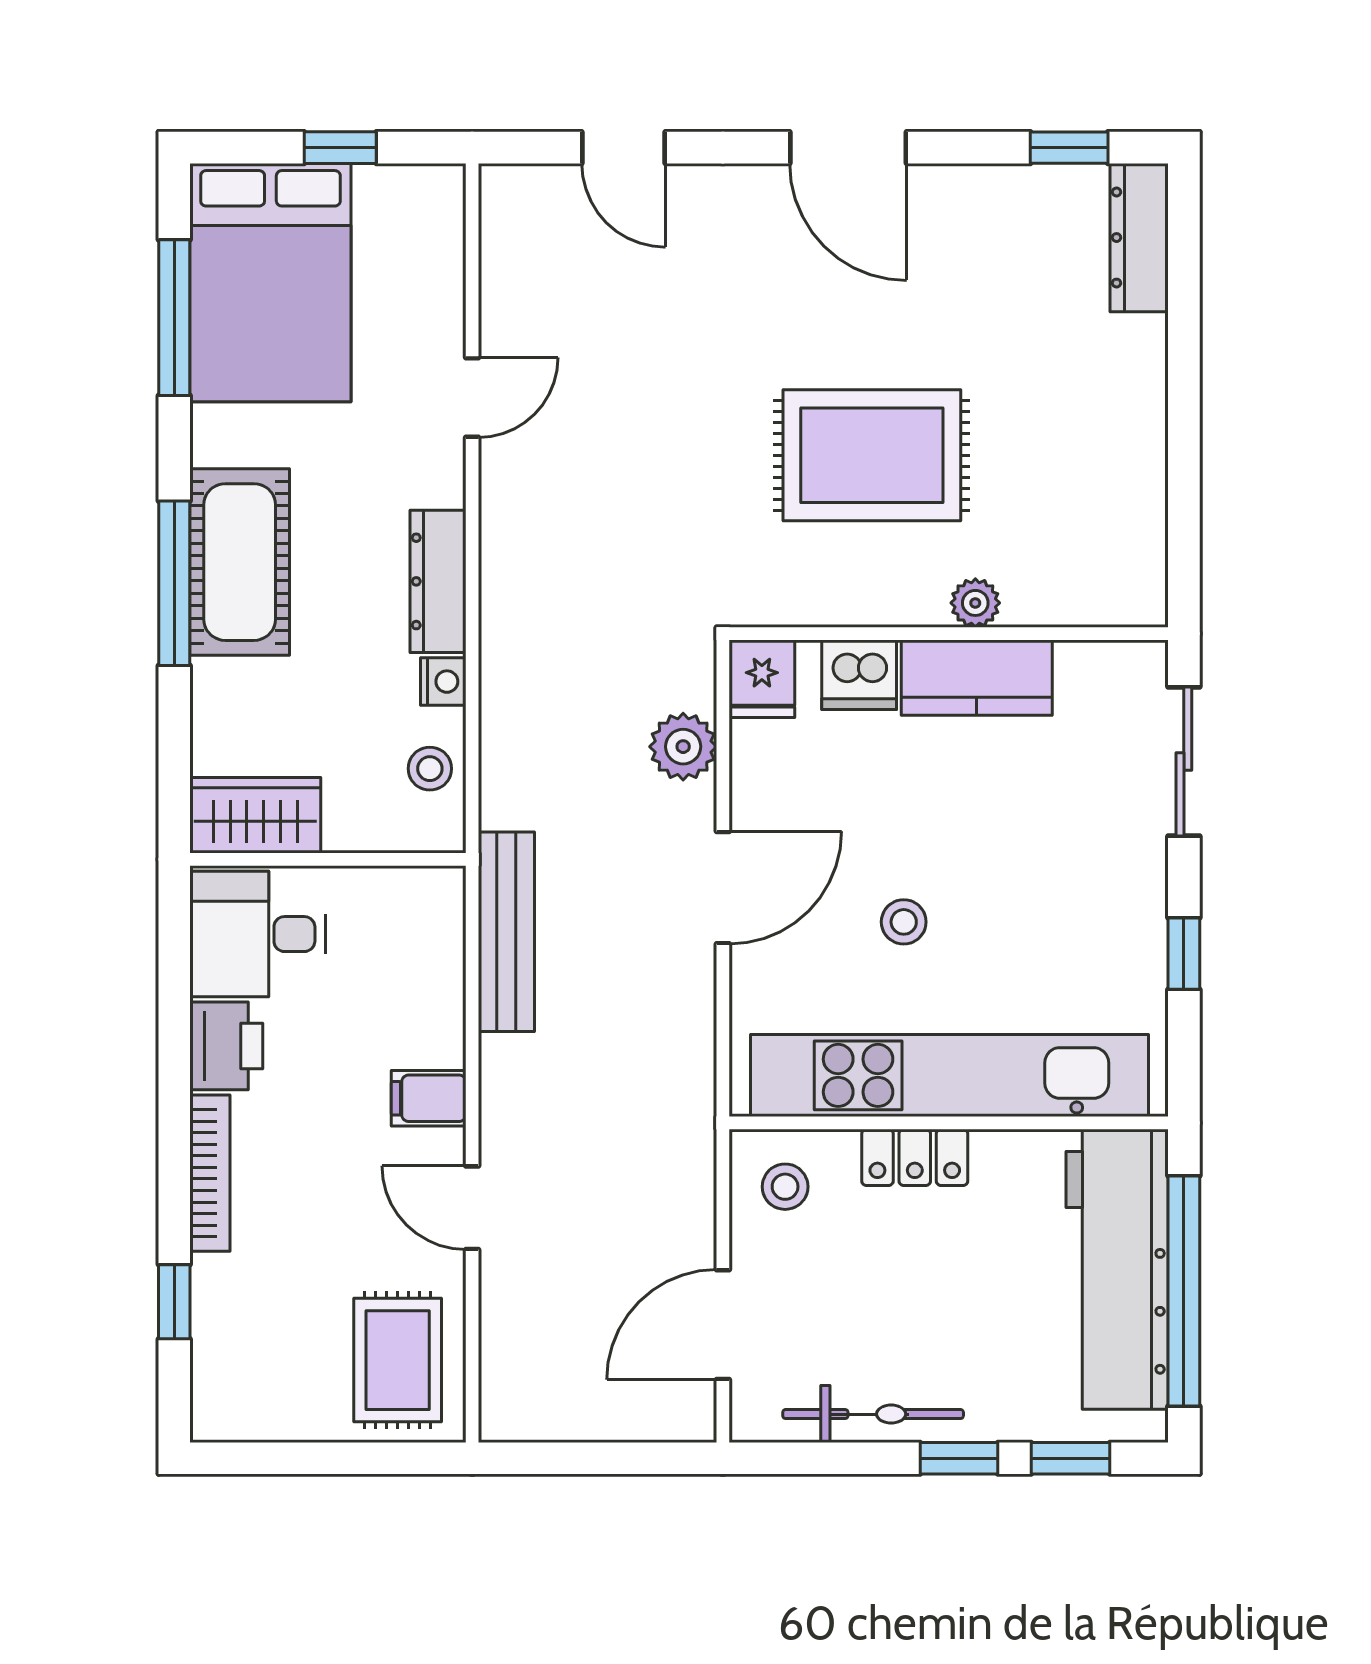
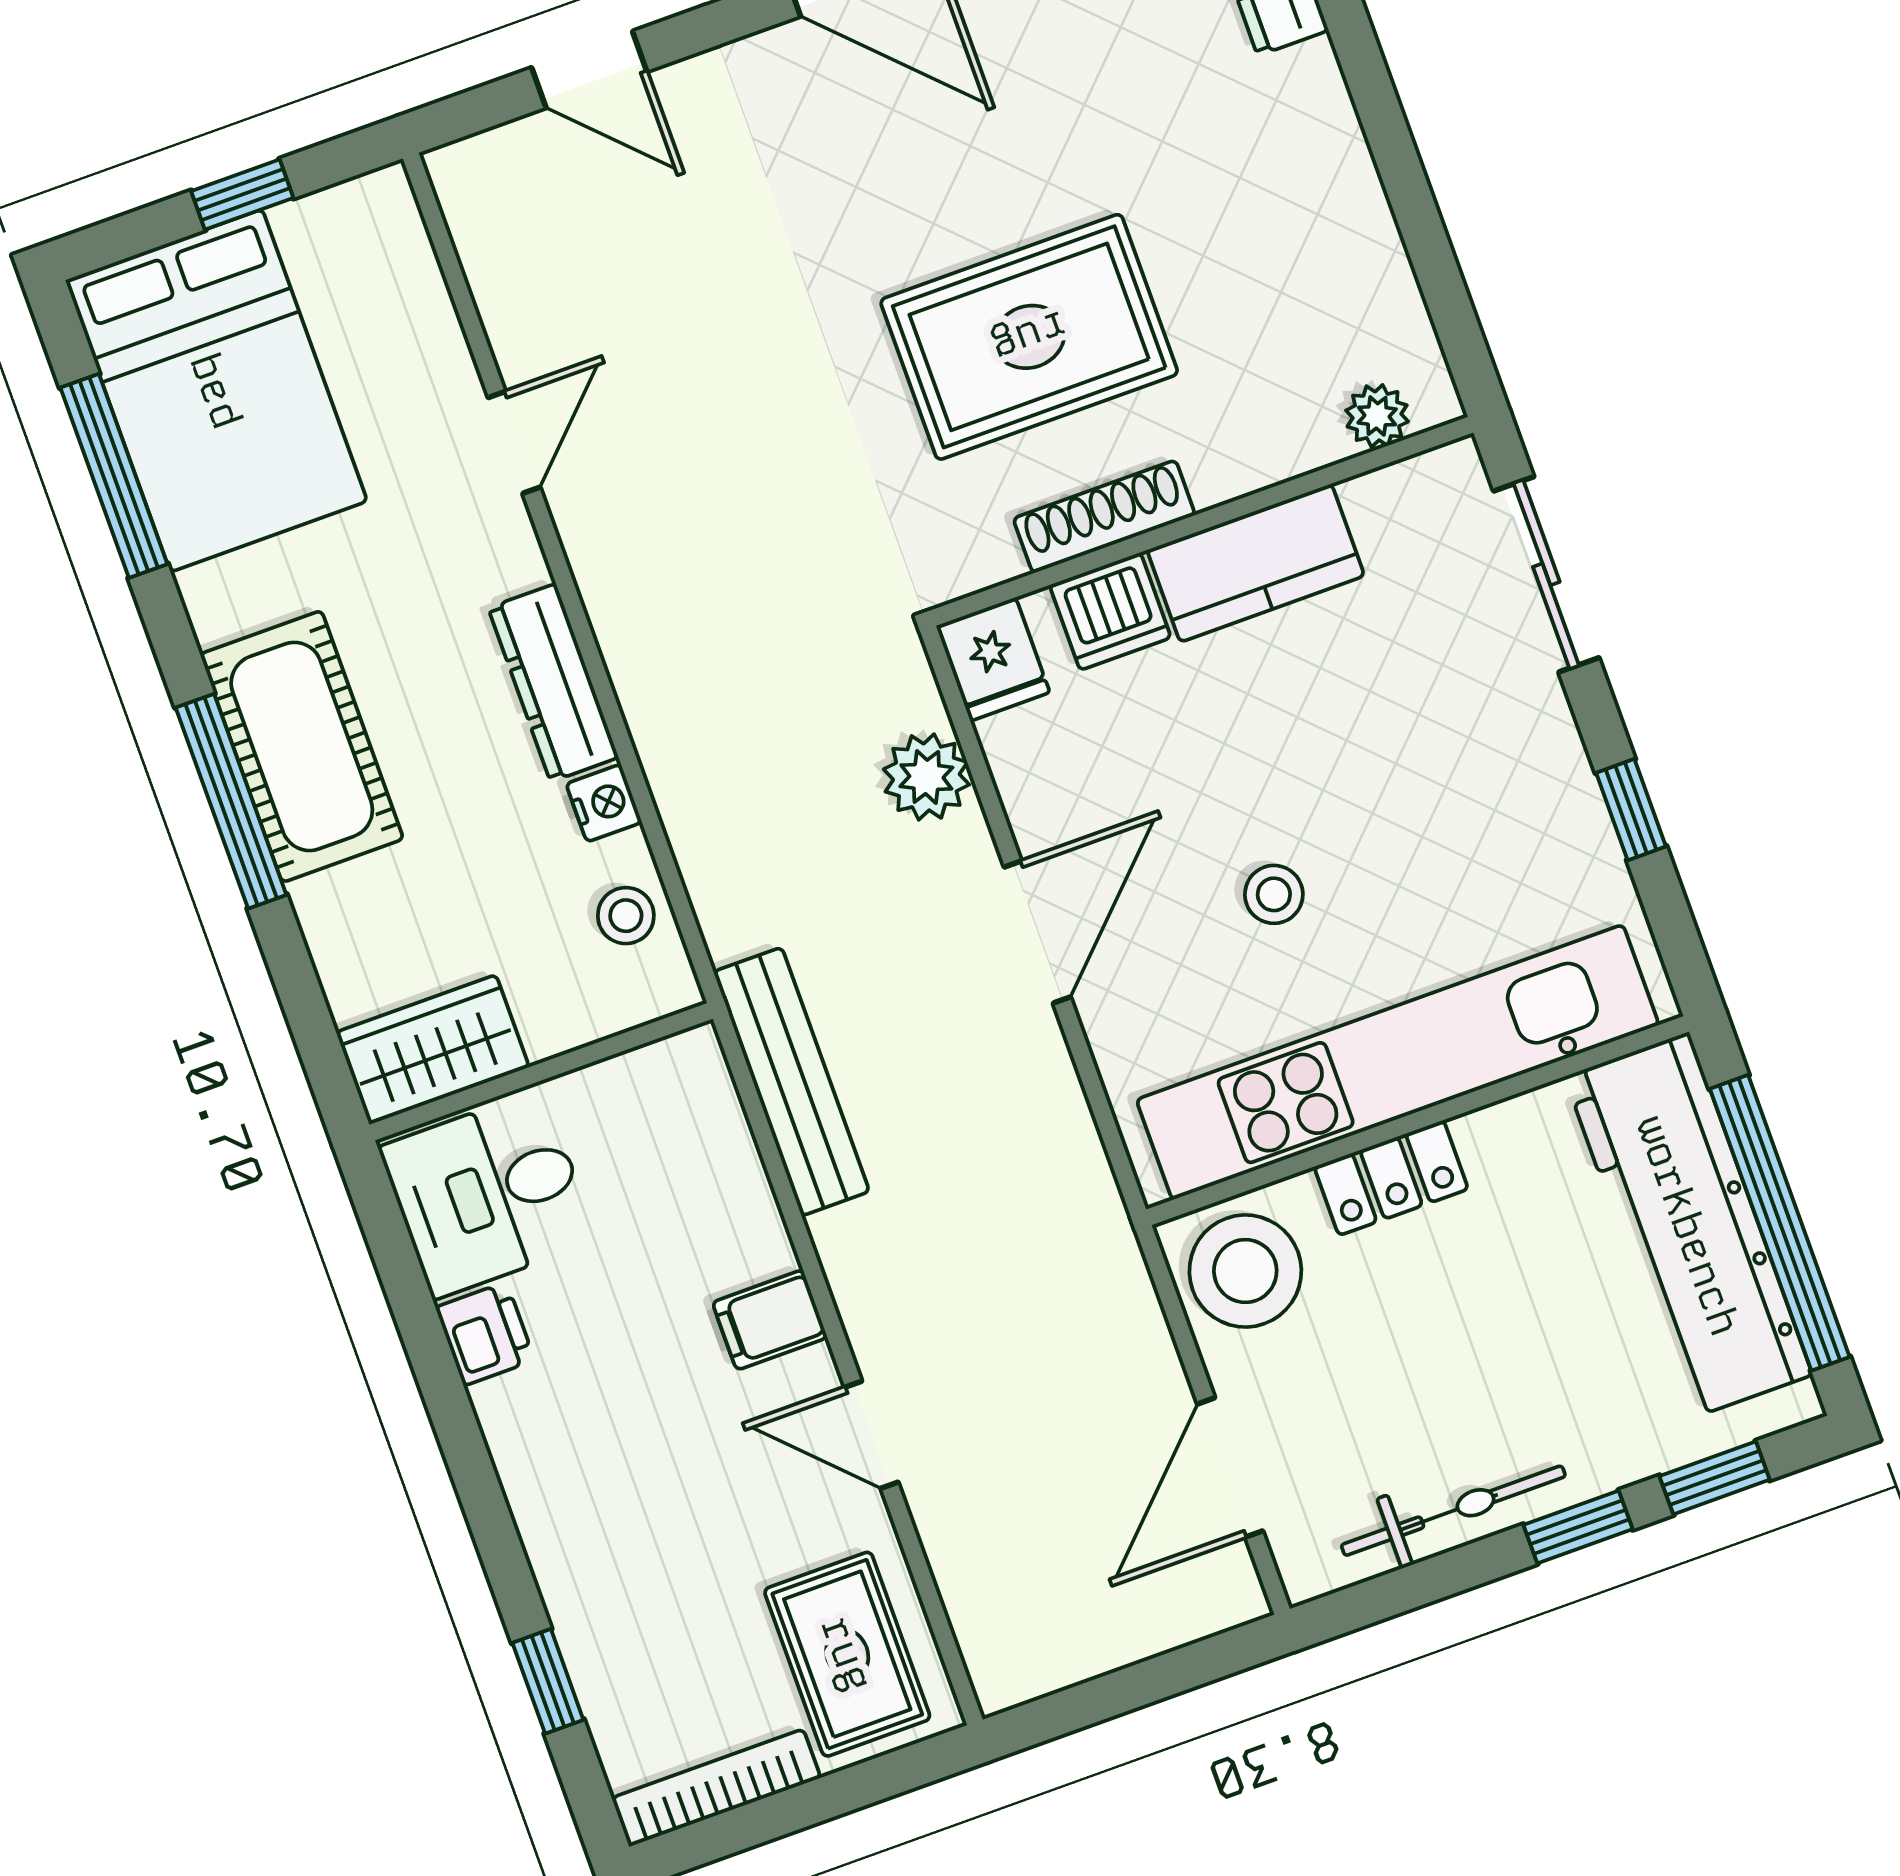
plant: (975, 603) -> (1377, 416), moved
shoe rack: (879, 605) -> (1104, 517), added
printer: (226, 1046) -> (485, 1334), width x0.73, depth x0.81
bookcase: (210, 1173) -> (716, 1788), moved, turned -90
stool: (785, 1187) -> (1245, 1271), width x1.89, depth x1.89

